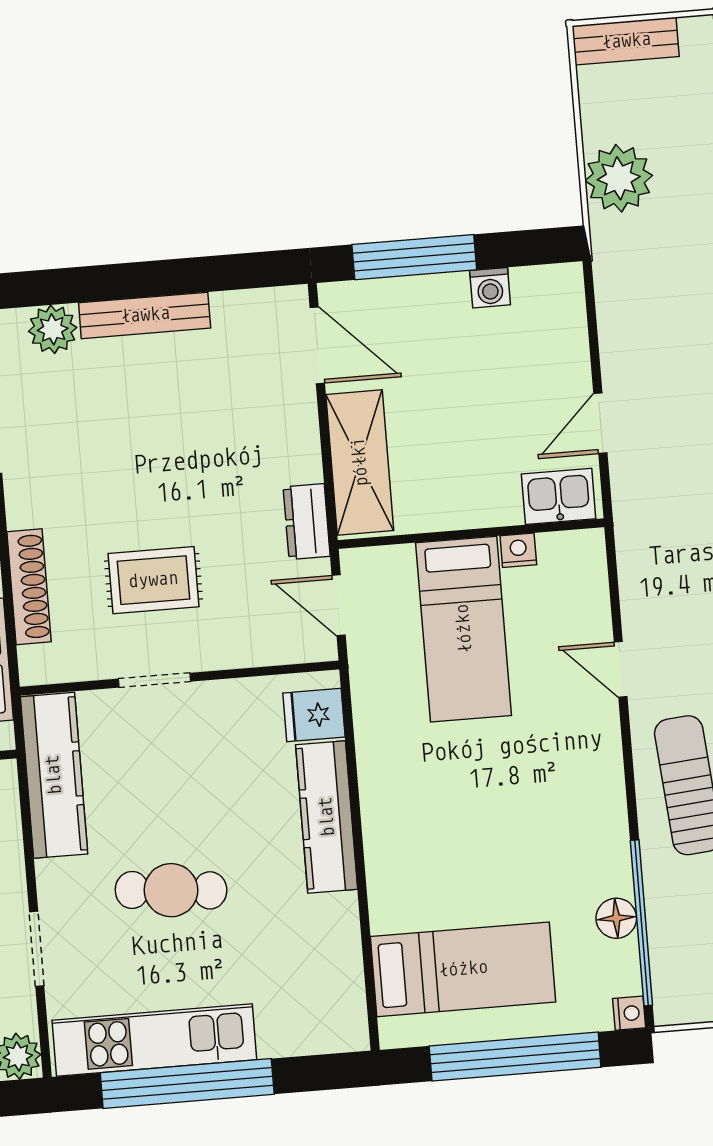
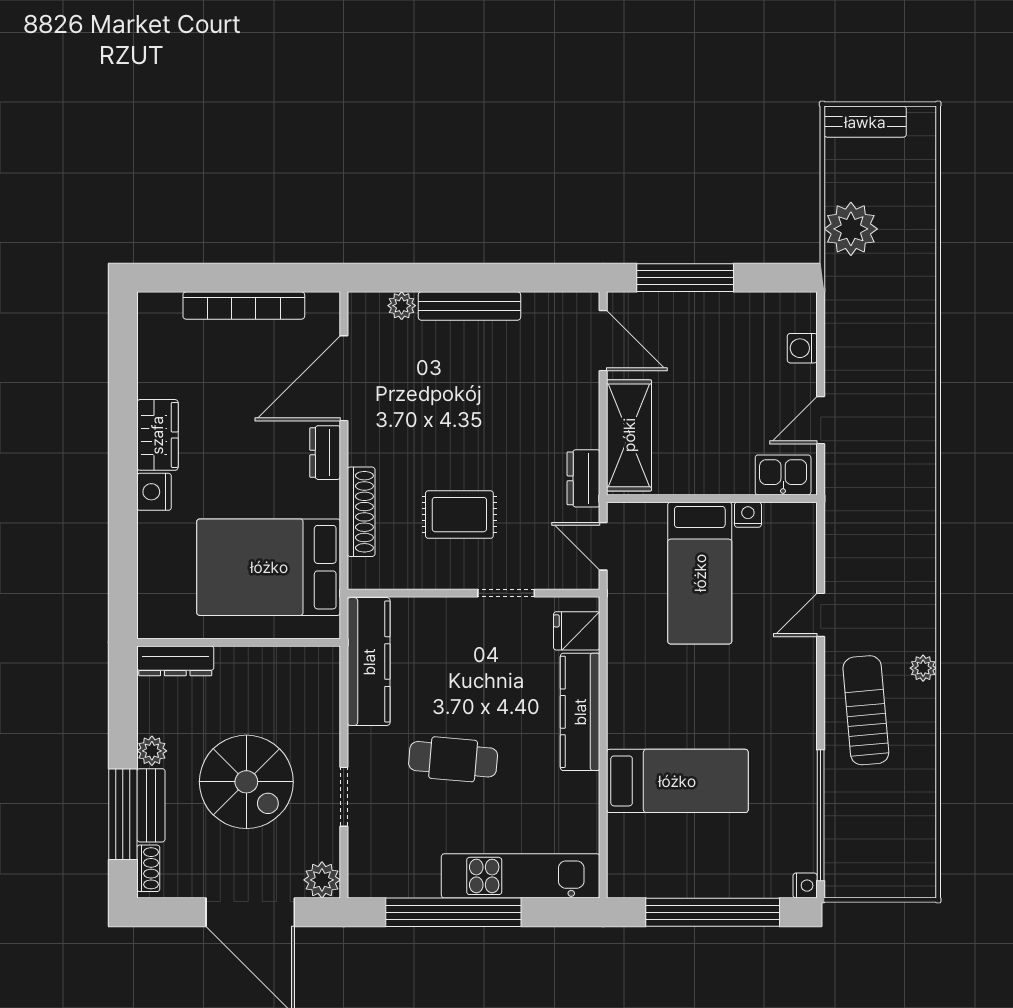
washing machine: (490, 288) -> (802, 348), moved, turned 90
plant: (53, 329) -> (402, 306), width x0.73, depth x0.73
door: (621, 669) -> (821, 615), hinge flipped
doorway: (154, 680) -> (506, 593), moved
floor lamp: (616, 918) -> (801, 810), removed
bed: (463, 969) -> (677, 781), moved
kitchen unit: (154, 1040) -> (521, 876), moved

